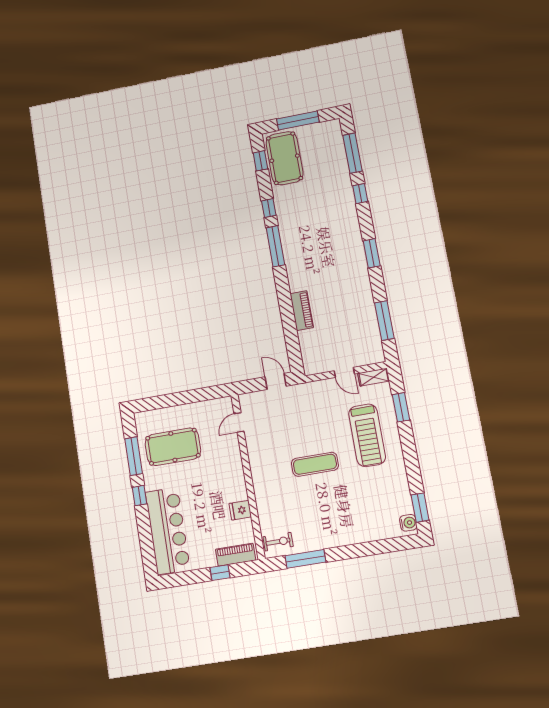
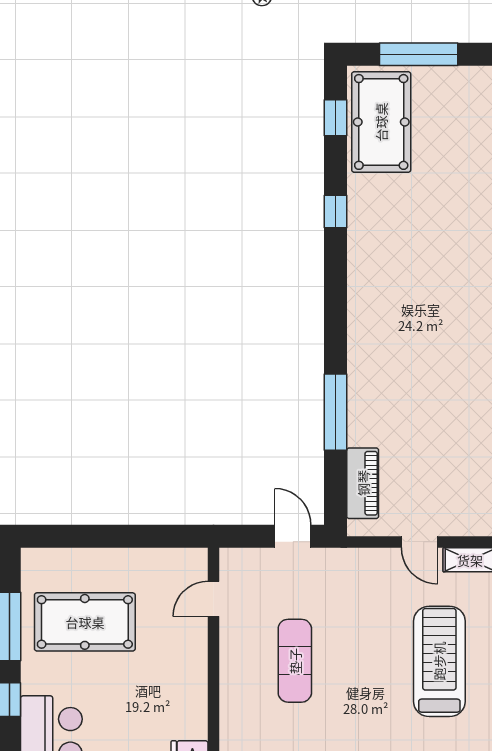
window: (275, 246) -> (335, 412), moved
piano: (302, 311) -> (363, 483), moved
treadmill: (367, 435) -> (439, 661), turned 180
exercise mat: (315, 464) -> (295, 661), moved, turned 90

